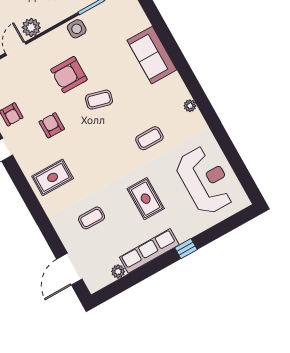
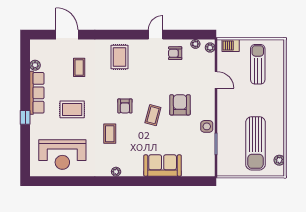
plant: (31, 27) -> (224, 98), removed
armchair: (52, 125) -> (125, 106), moved, turned 90
door: (69, 269) -> (67, 35), moved

